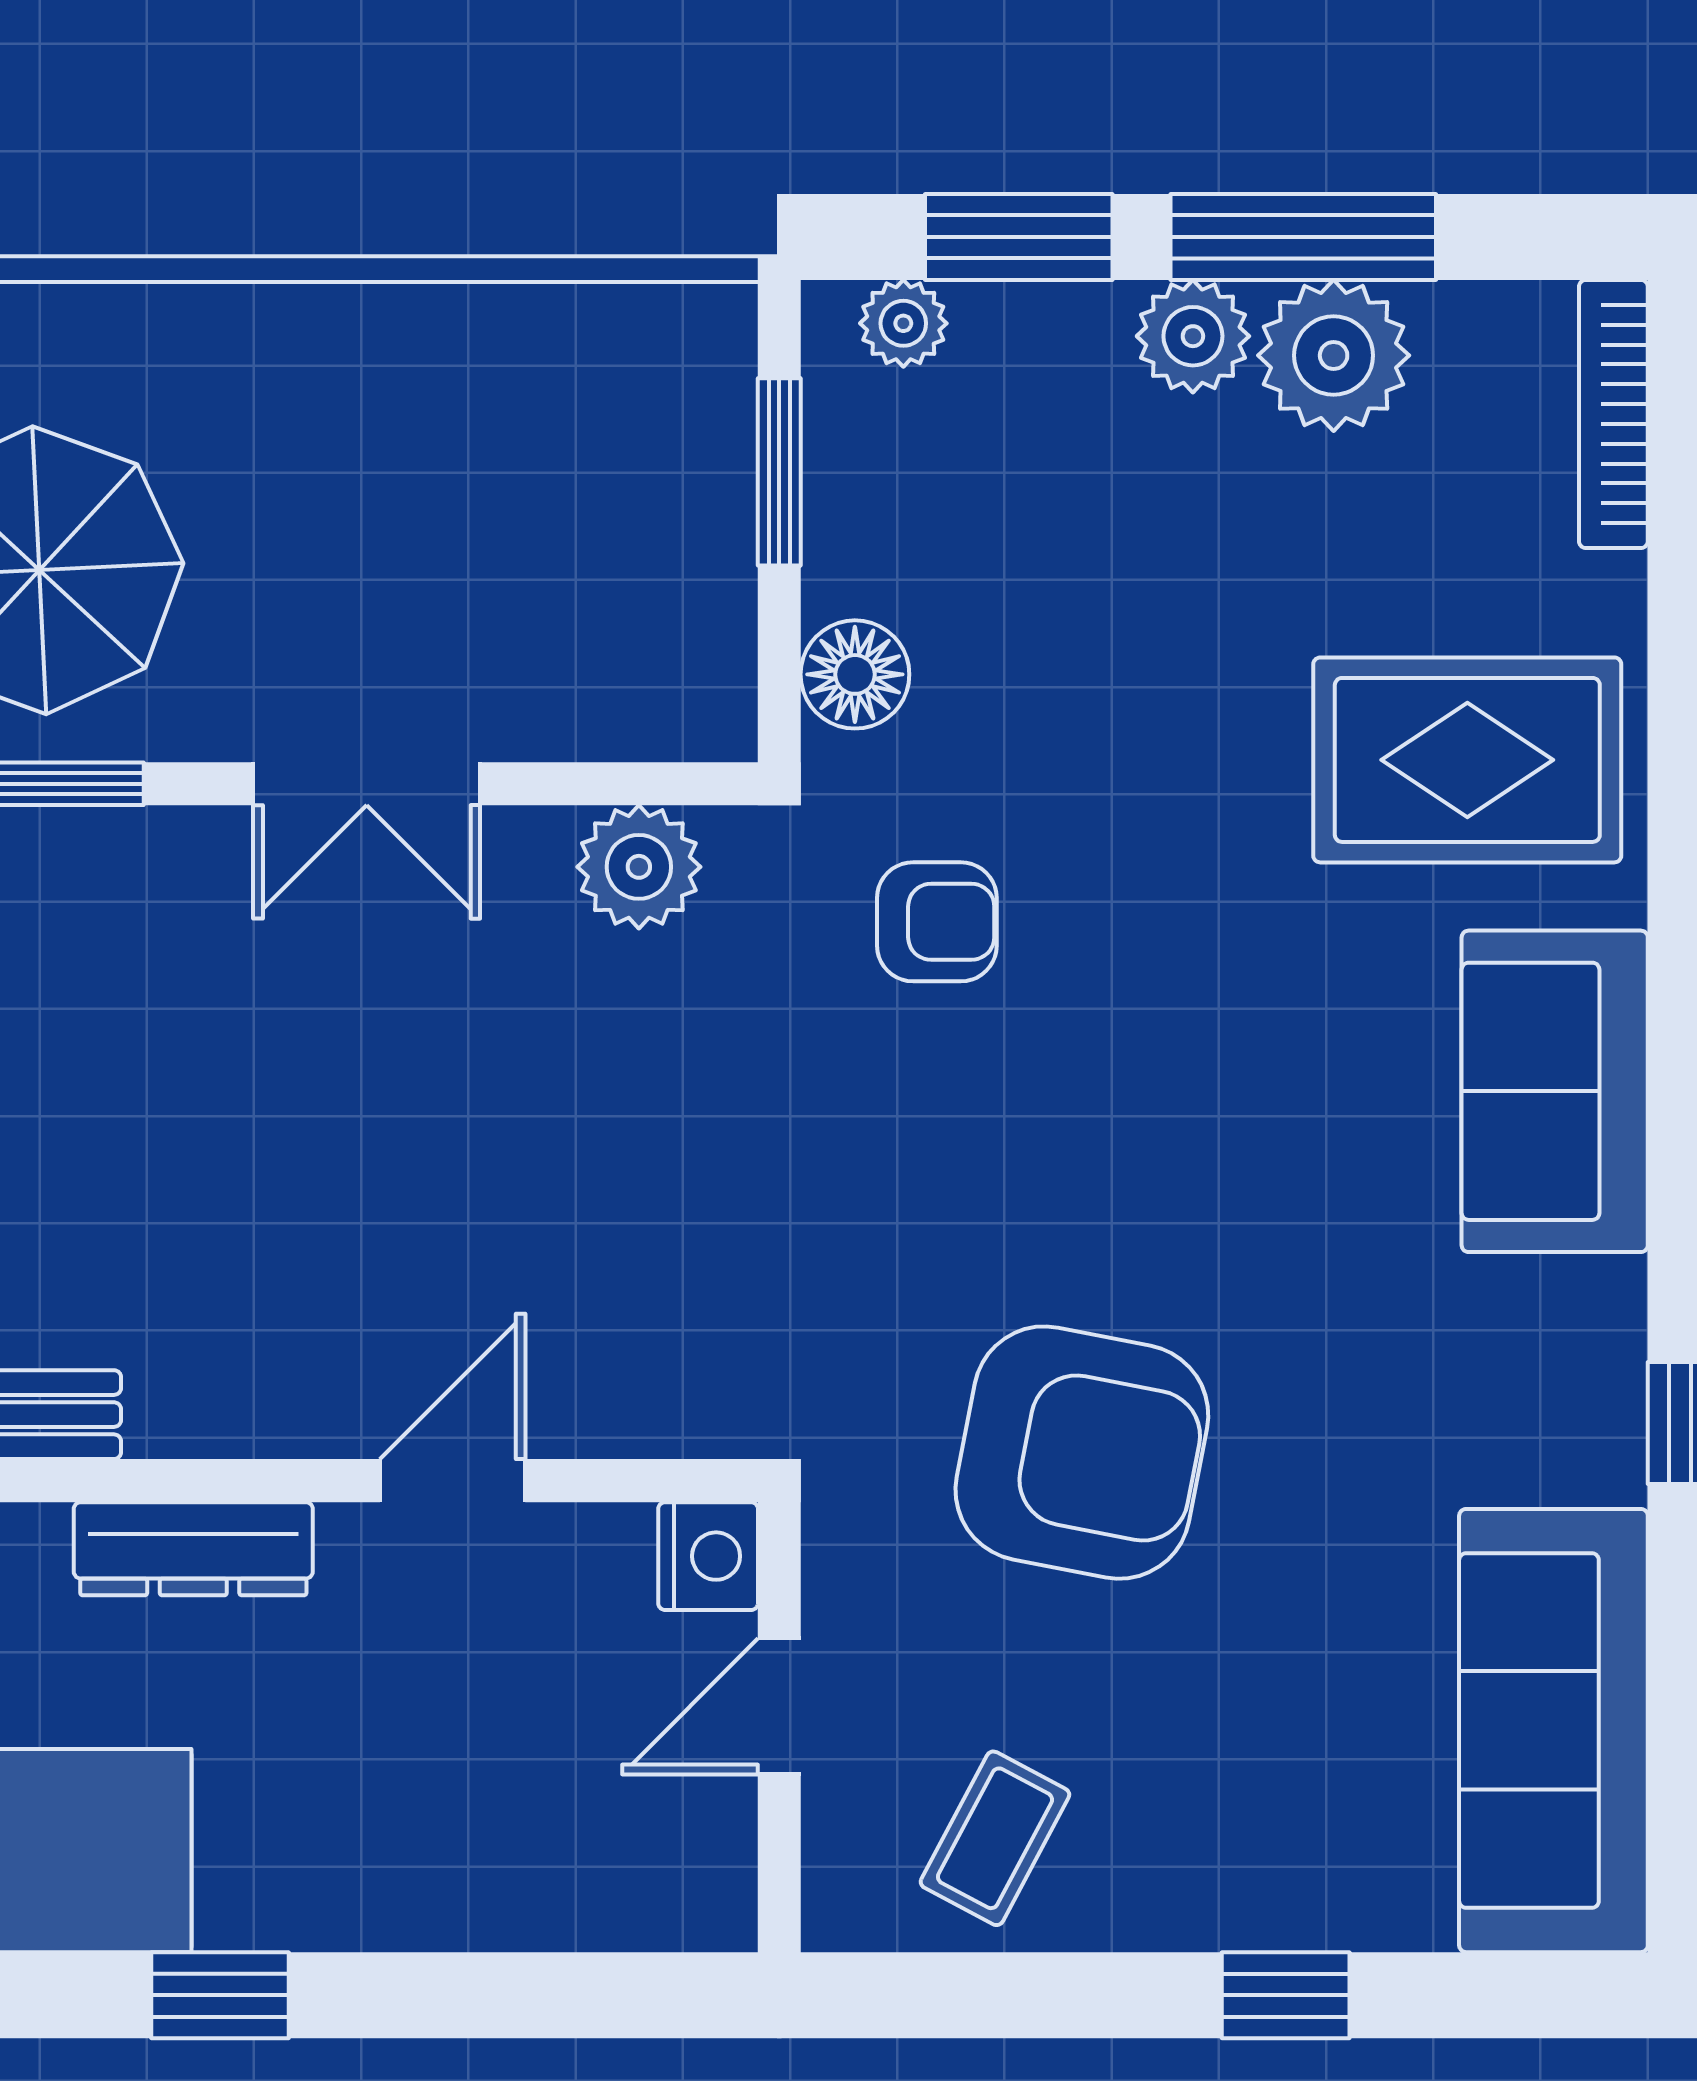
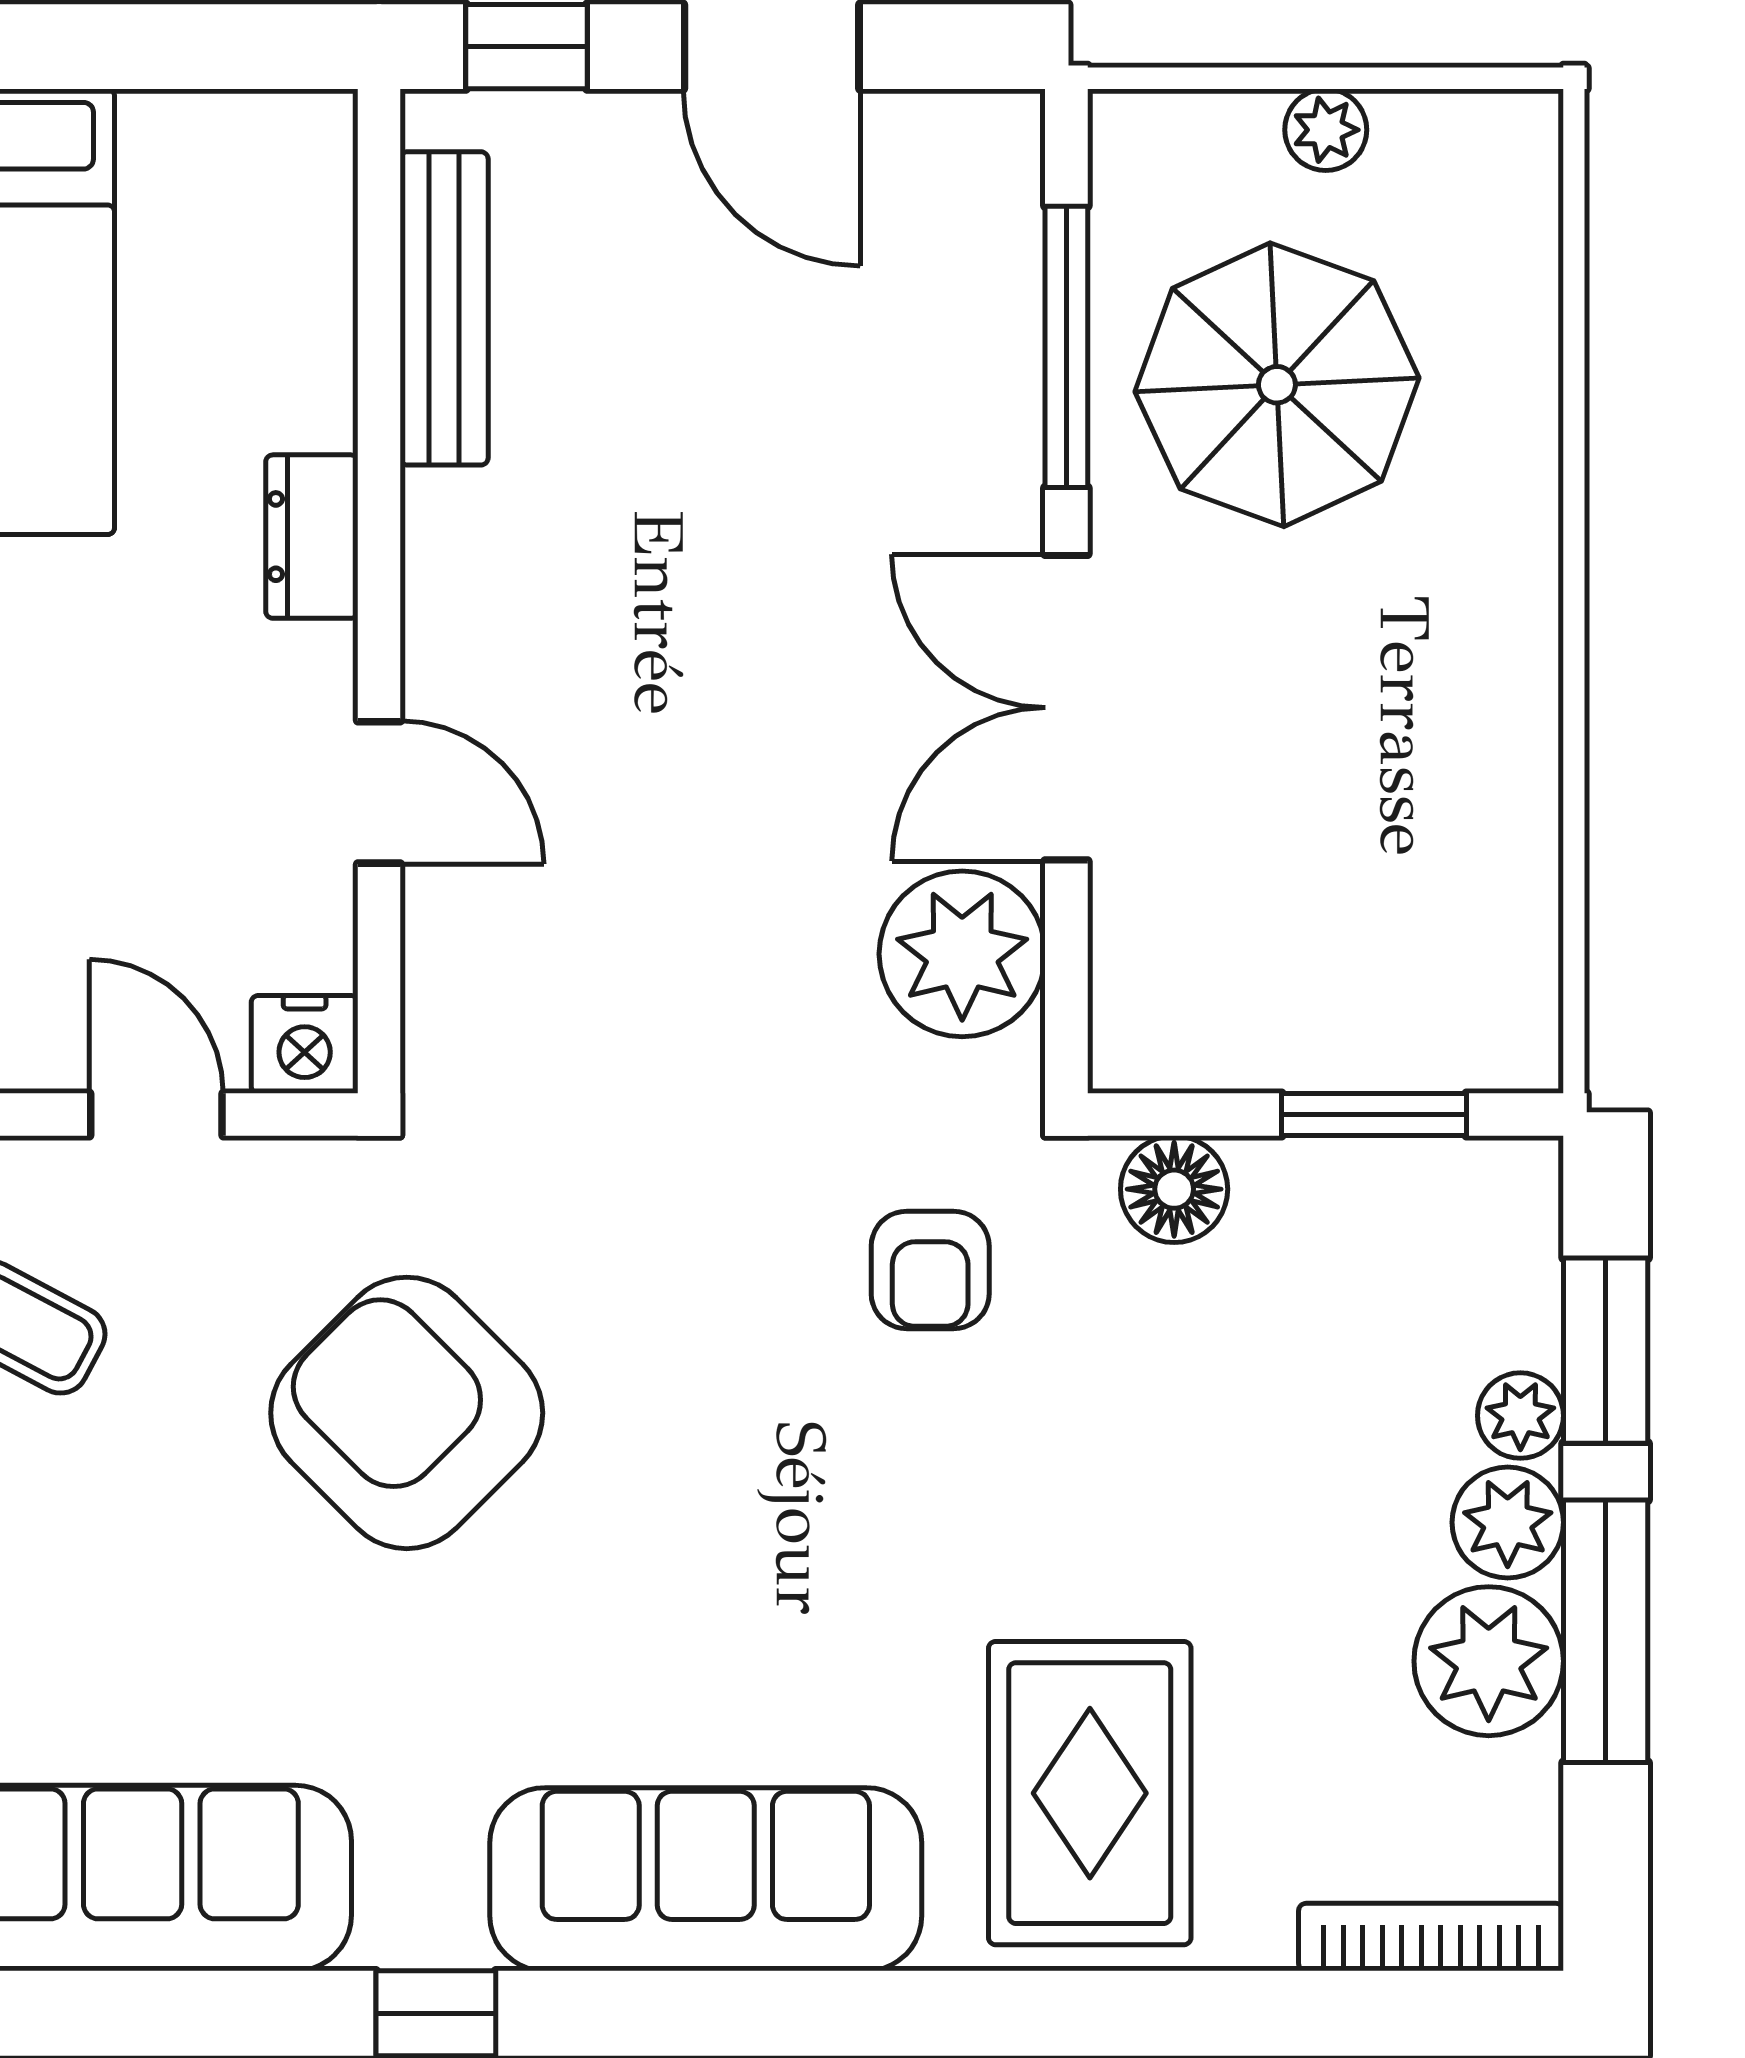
plant: (903, 323) -> (1520, 1416), moved
double door: (367, 784) -> (1066, 708), width x1.37
plant: (639, 867) -> (962, 954), width x1.36, depth x1.36
sofa: (1555, 1091) -> (706, 1879), width x1.36
armchair: (1082, 1453) -> (407, 1413), turned 124
dresser: (193, 1549) -> (312, 537), width x0.70

